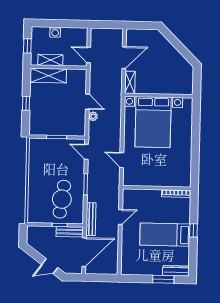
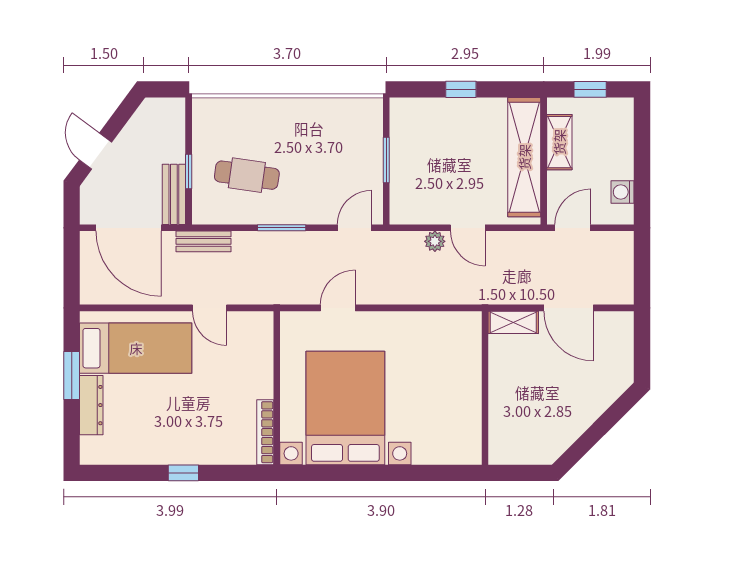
washing machine: (55, 32) -> (623, 192), moved
shelving: (48, 76) -> (524, 157), width x1.47
door: (87, 102) -> (468, 228), hinge flipped
bed with nightstands: (153, 122) -> (345, 408), moved, turned 90
cafe table: (62, 199) -> (247, 175), width x0.73, depth x0.74
bench: (91, 219) -> (203, 241), width x0.73
bed: (165, 235) -> (136, 348), moved, turned 90
dresser: (176, 271) -> (91, 405), moved
window: (163, 279) -> (72, 376), moved

